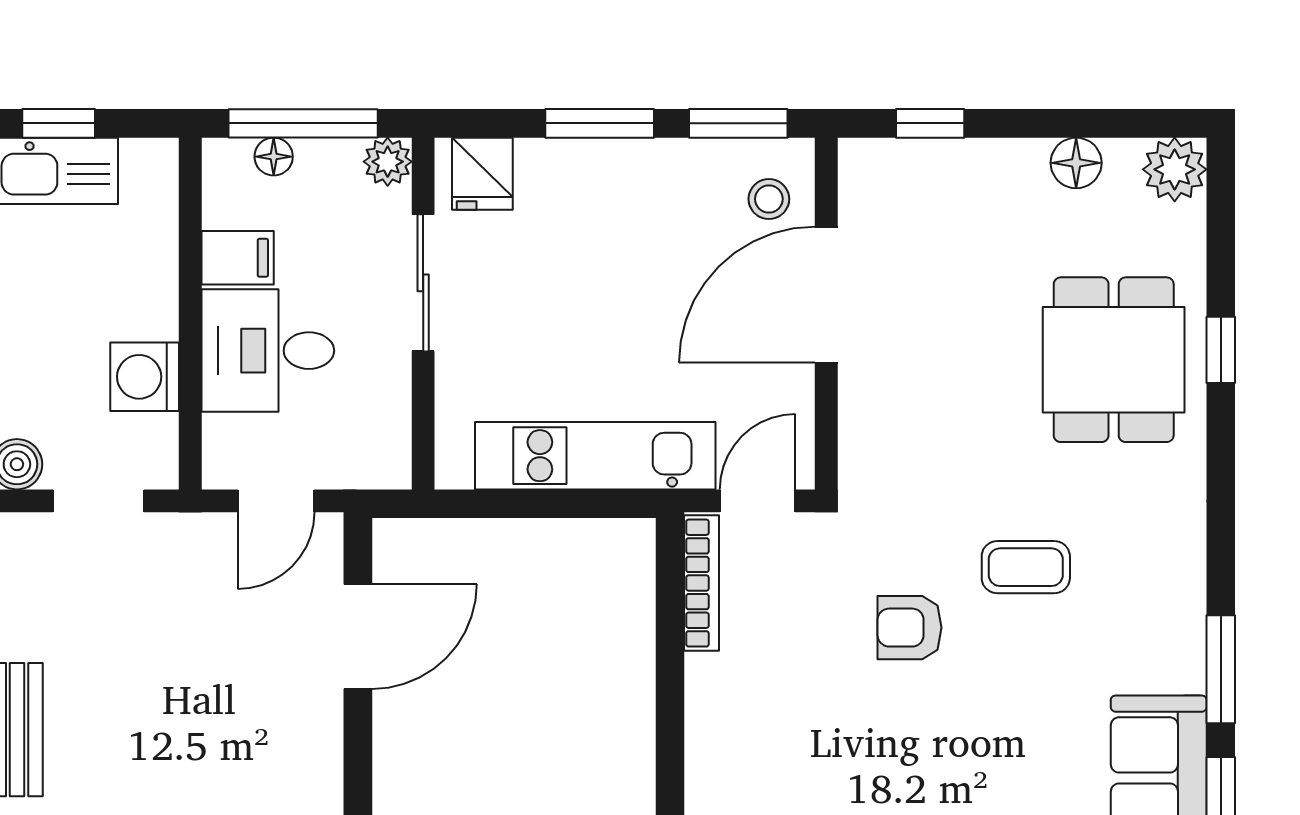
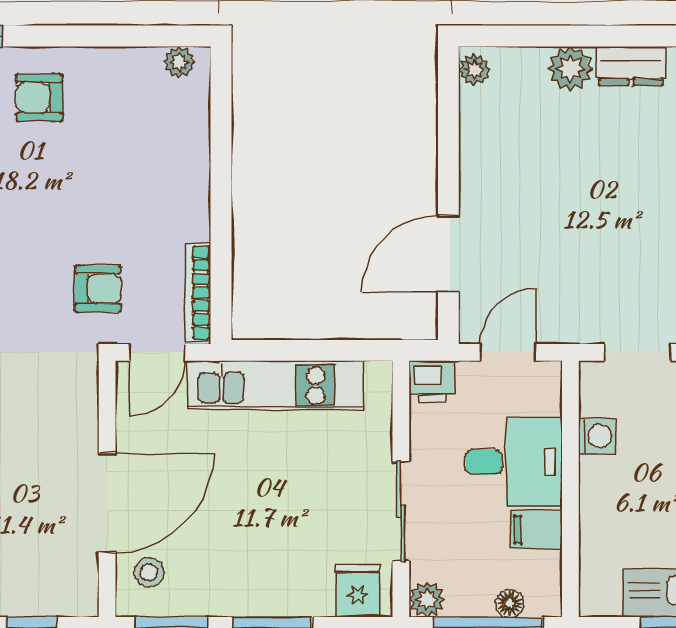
washing machine: (145, 377) -> (597, 436), width x0.73, depth x0.73
printer: (380, 461) -> (432, 382), added
armchair: (909, 628) -> (98, 289), moved

